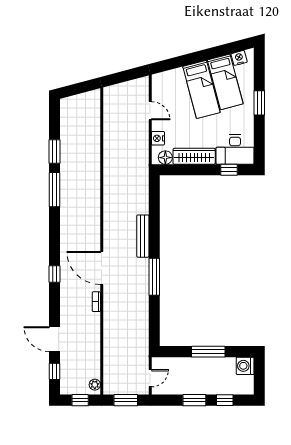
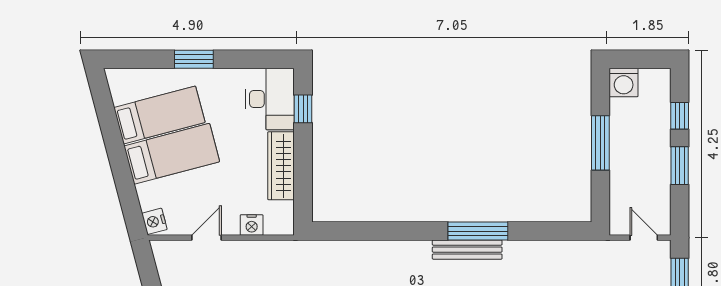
nightstand: (239, 58) -> (154, 221), moved
floor lamp: (165, 158) -> (283, 213), removed
bench: (143, 236) -> (467, 250), moved

